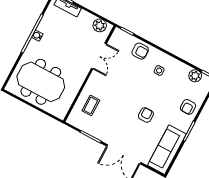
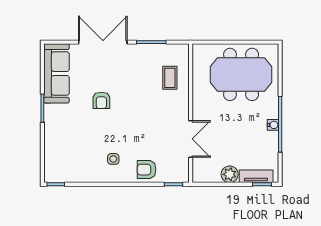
plant: (100, 25) -> (230, 174), moved
double door: (99, 56) -> (191, 139), swing flipped
plant: (195, 76) -> (69, 175), removed
armchair: (188, 107) -> (58, 135), removed

